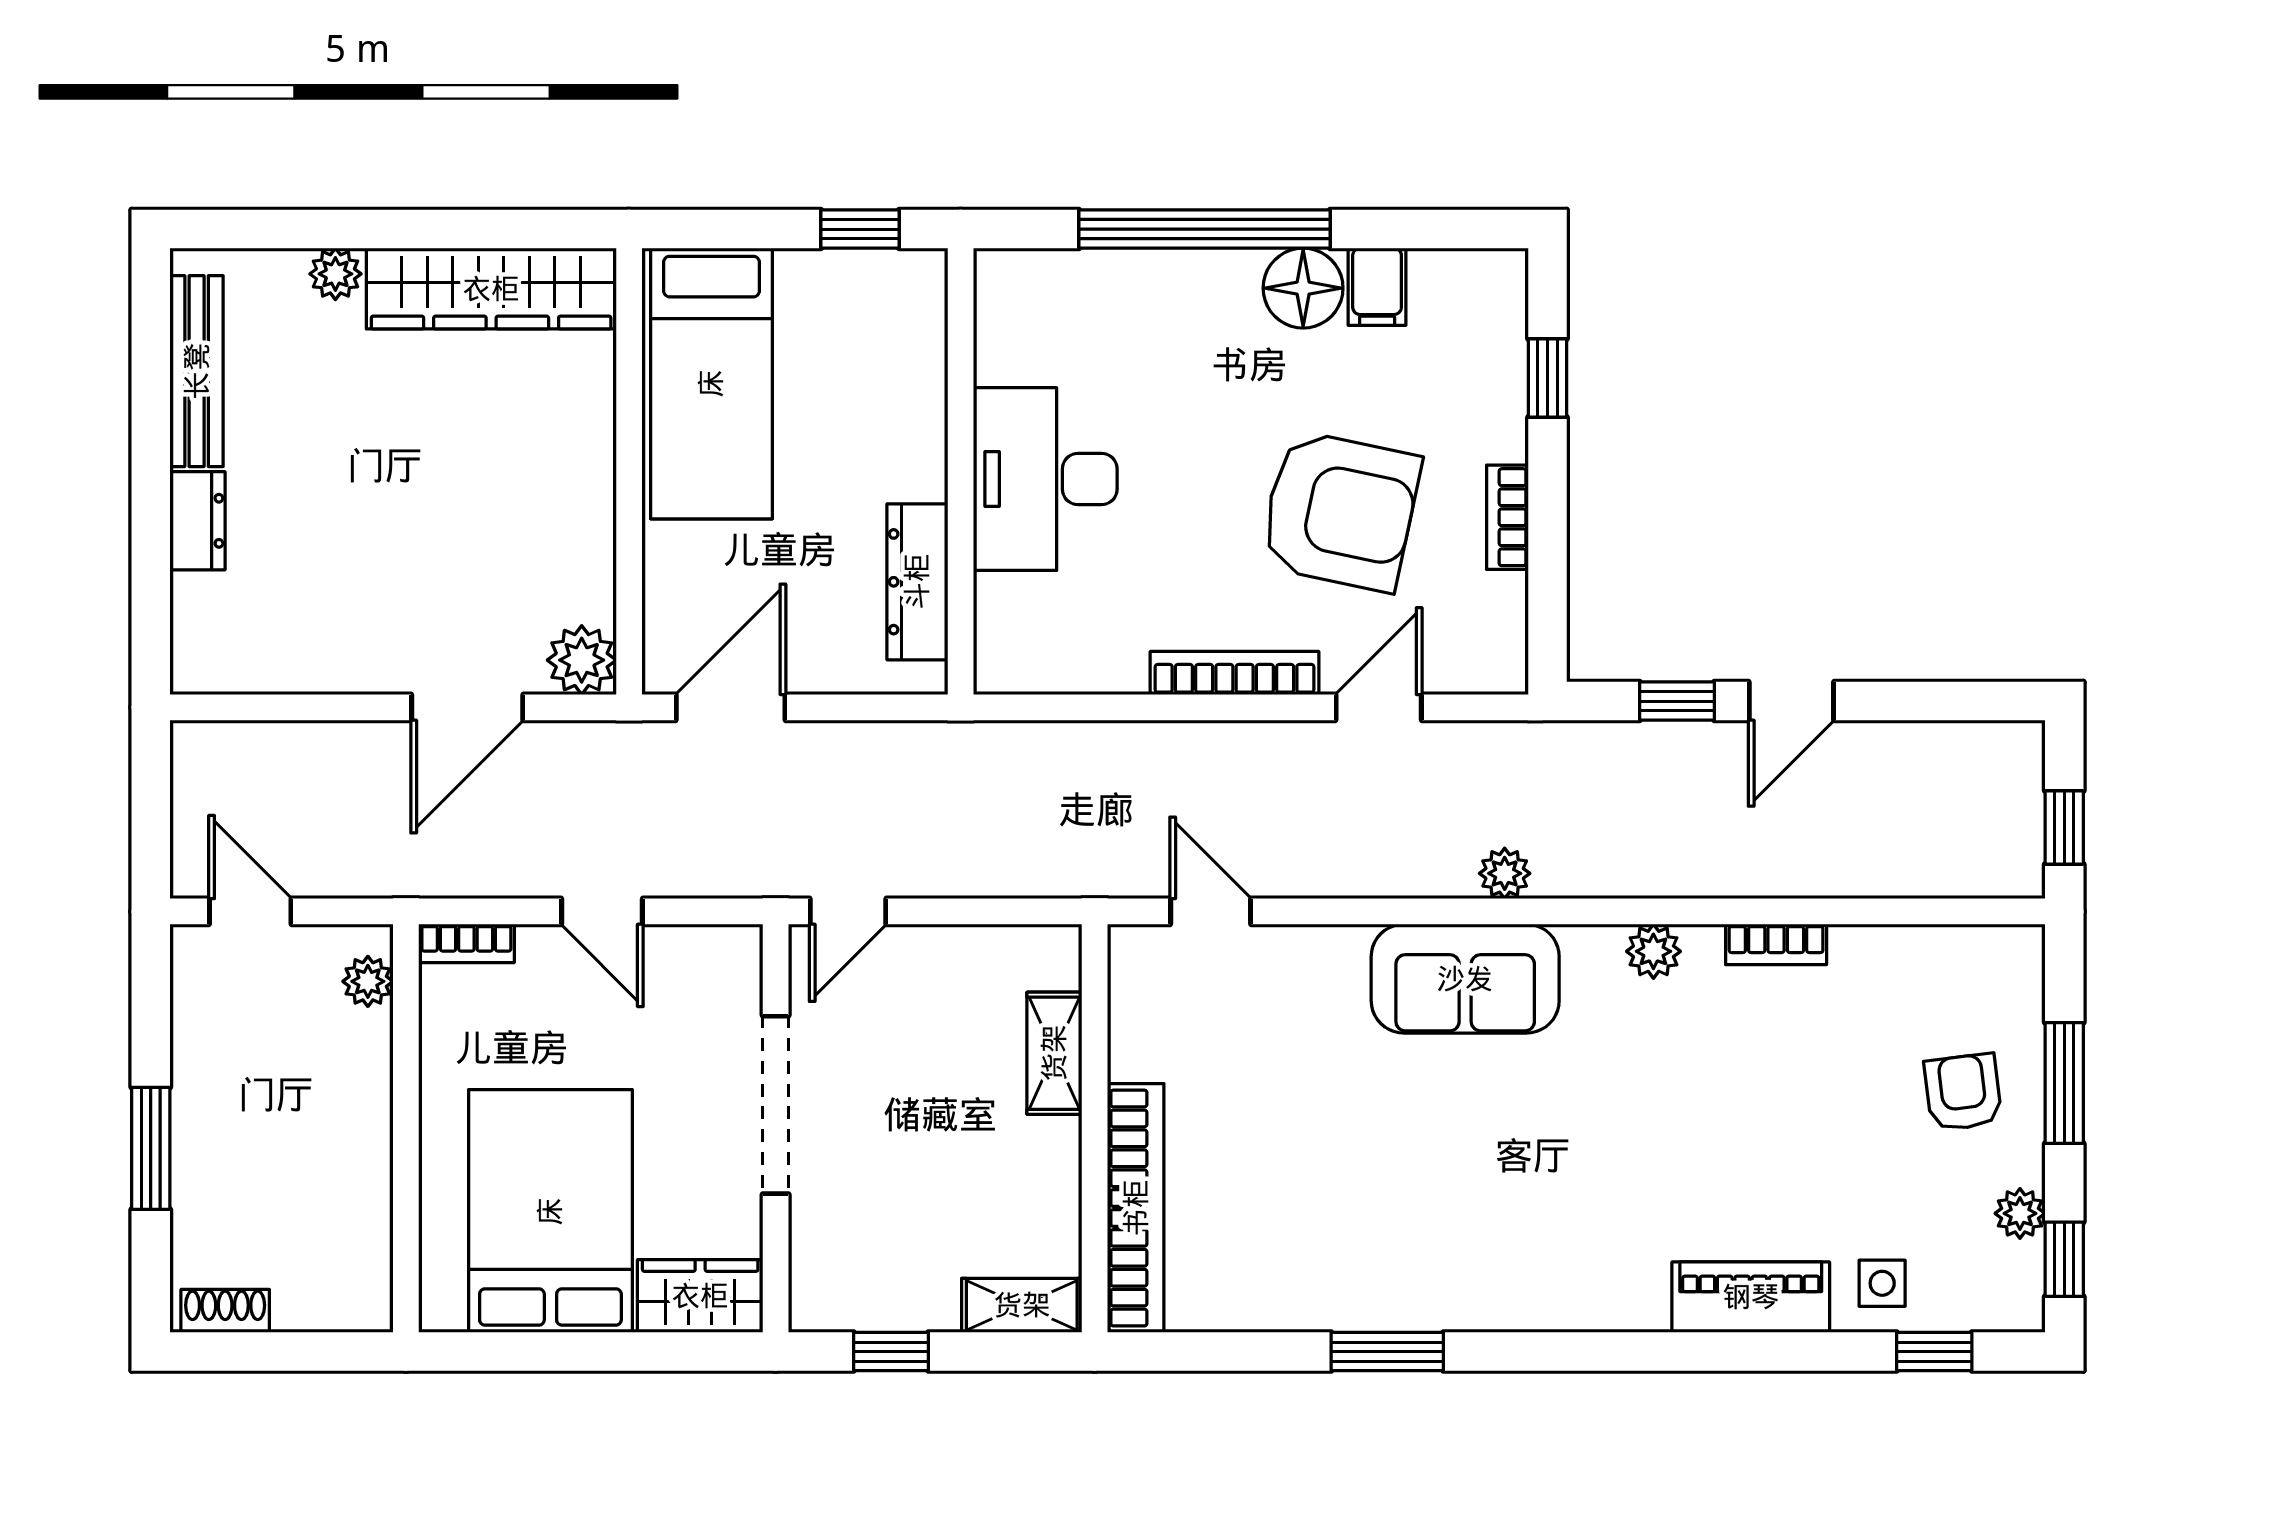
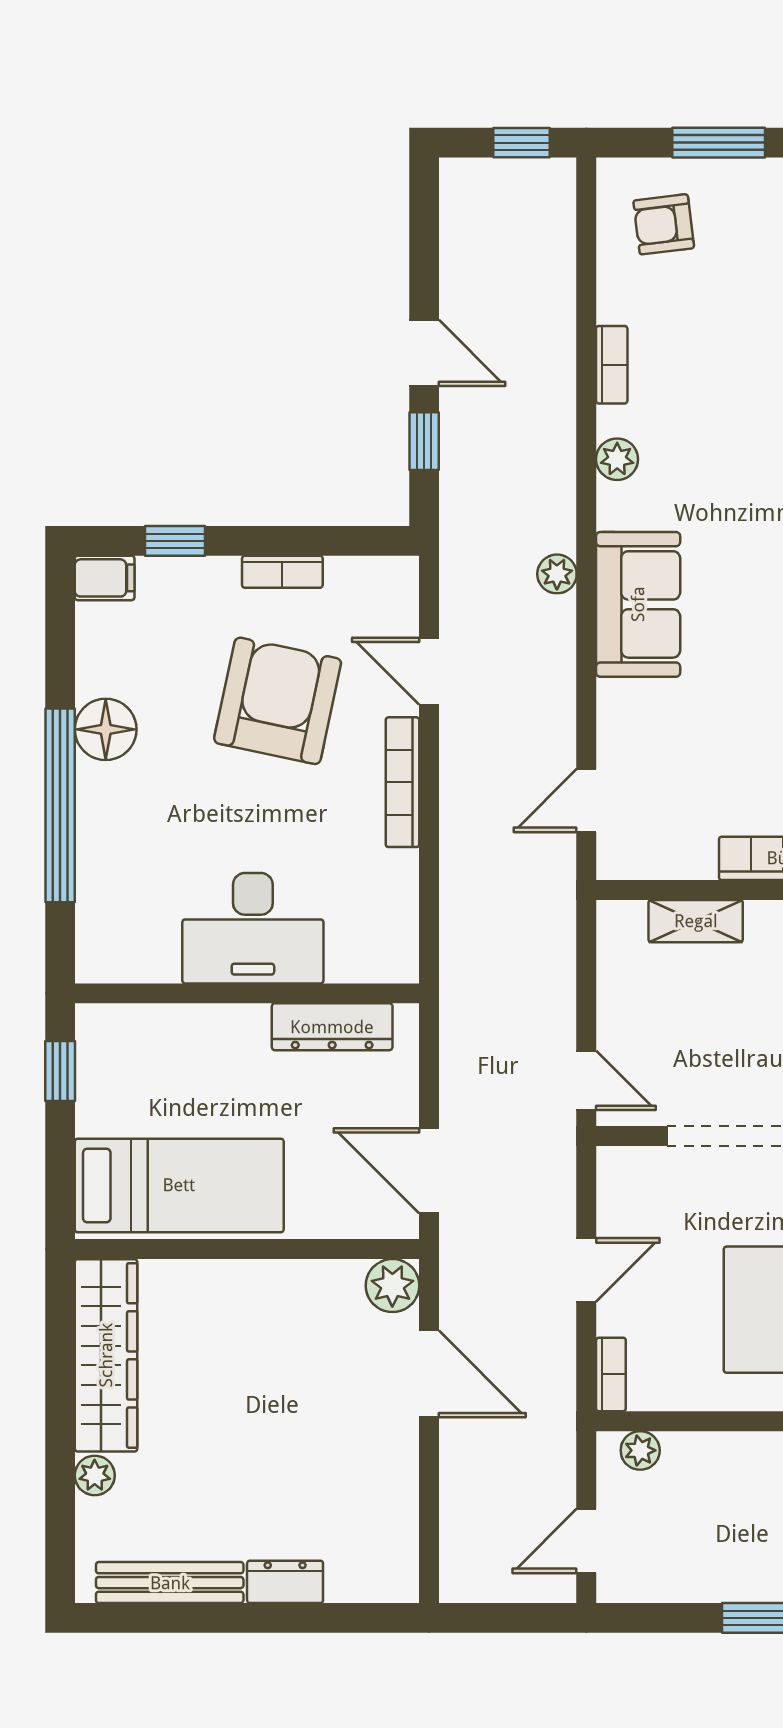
filing cabinet: (1377, 287) -> (105, 578), moved
armchair: (1963, 1092) -> (664, 224), moved

